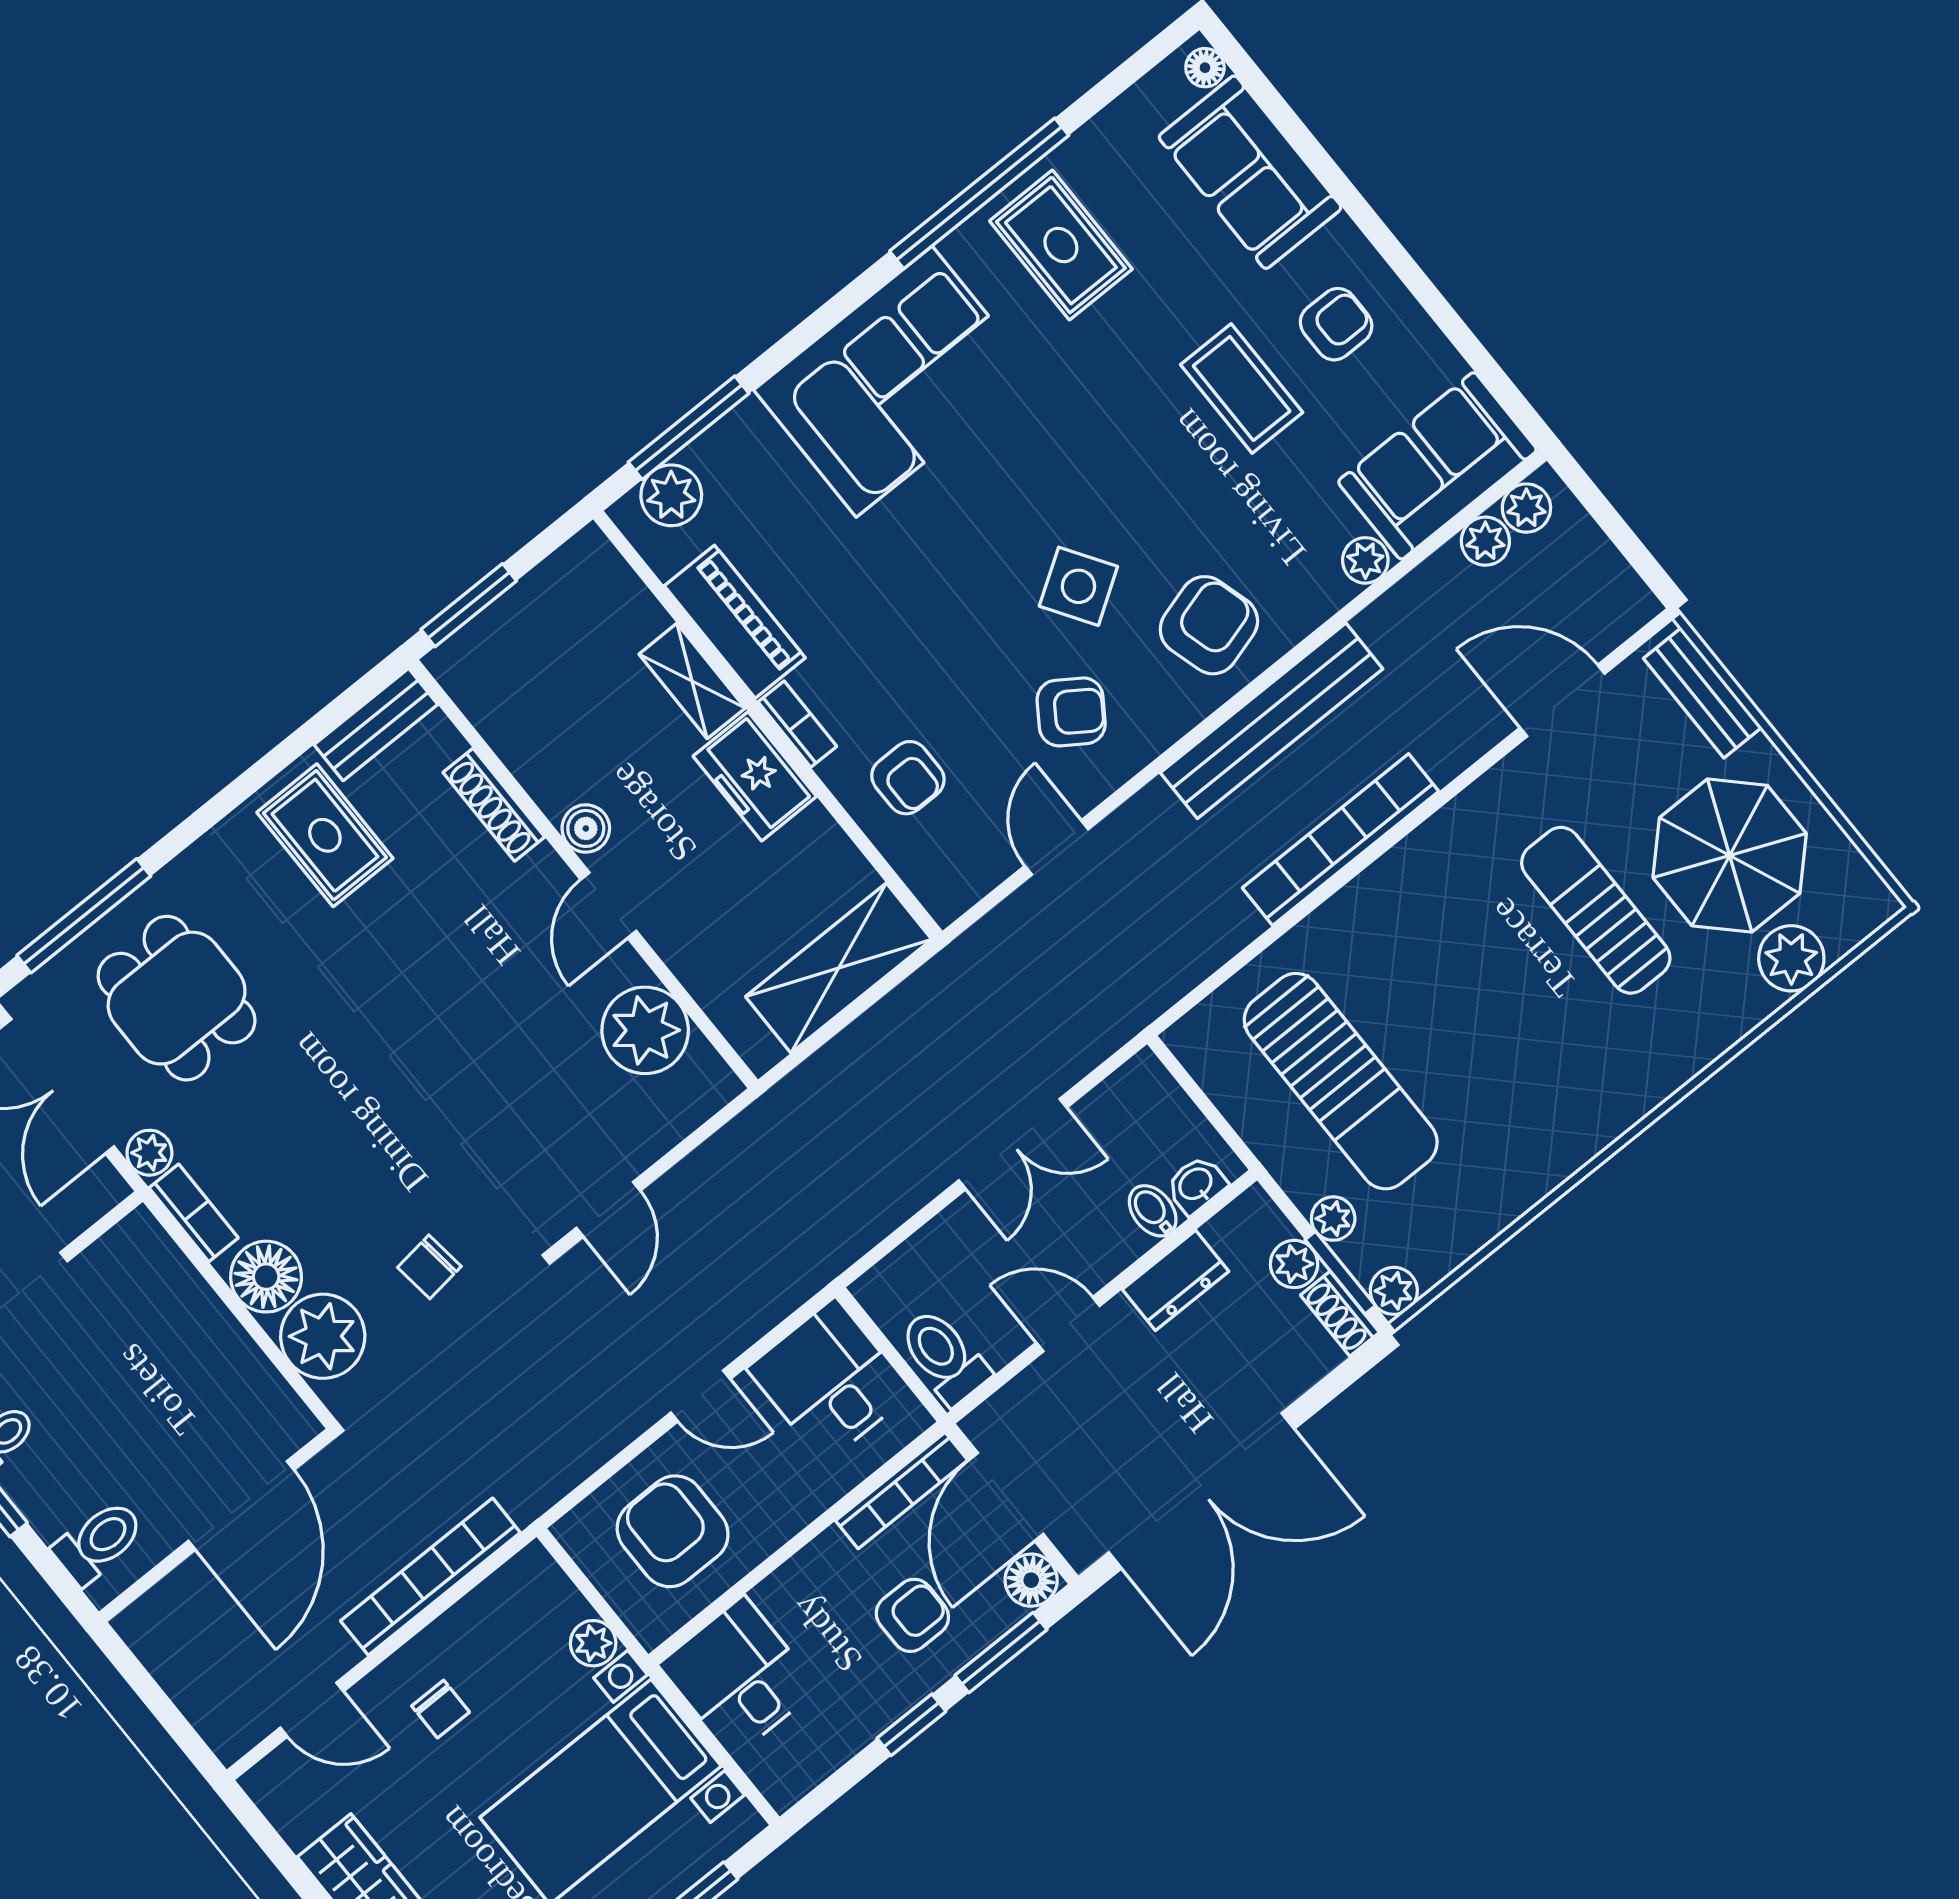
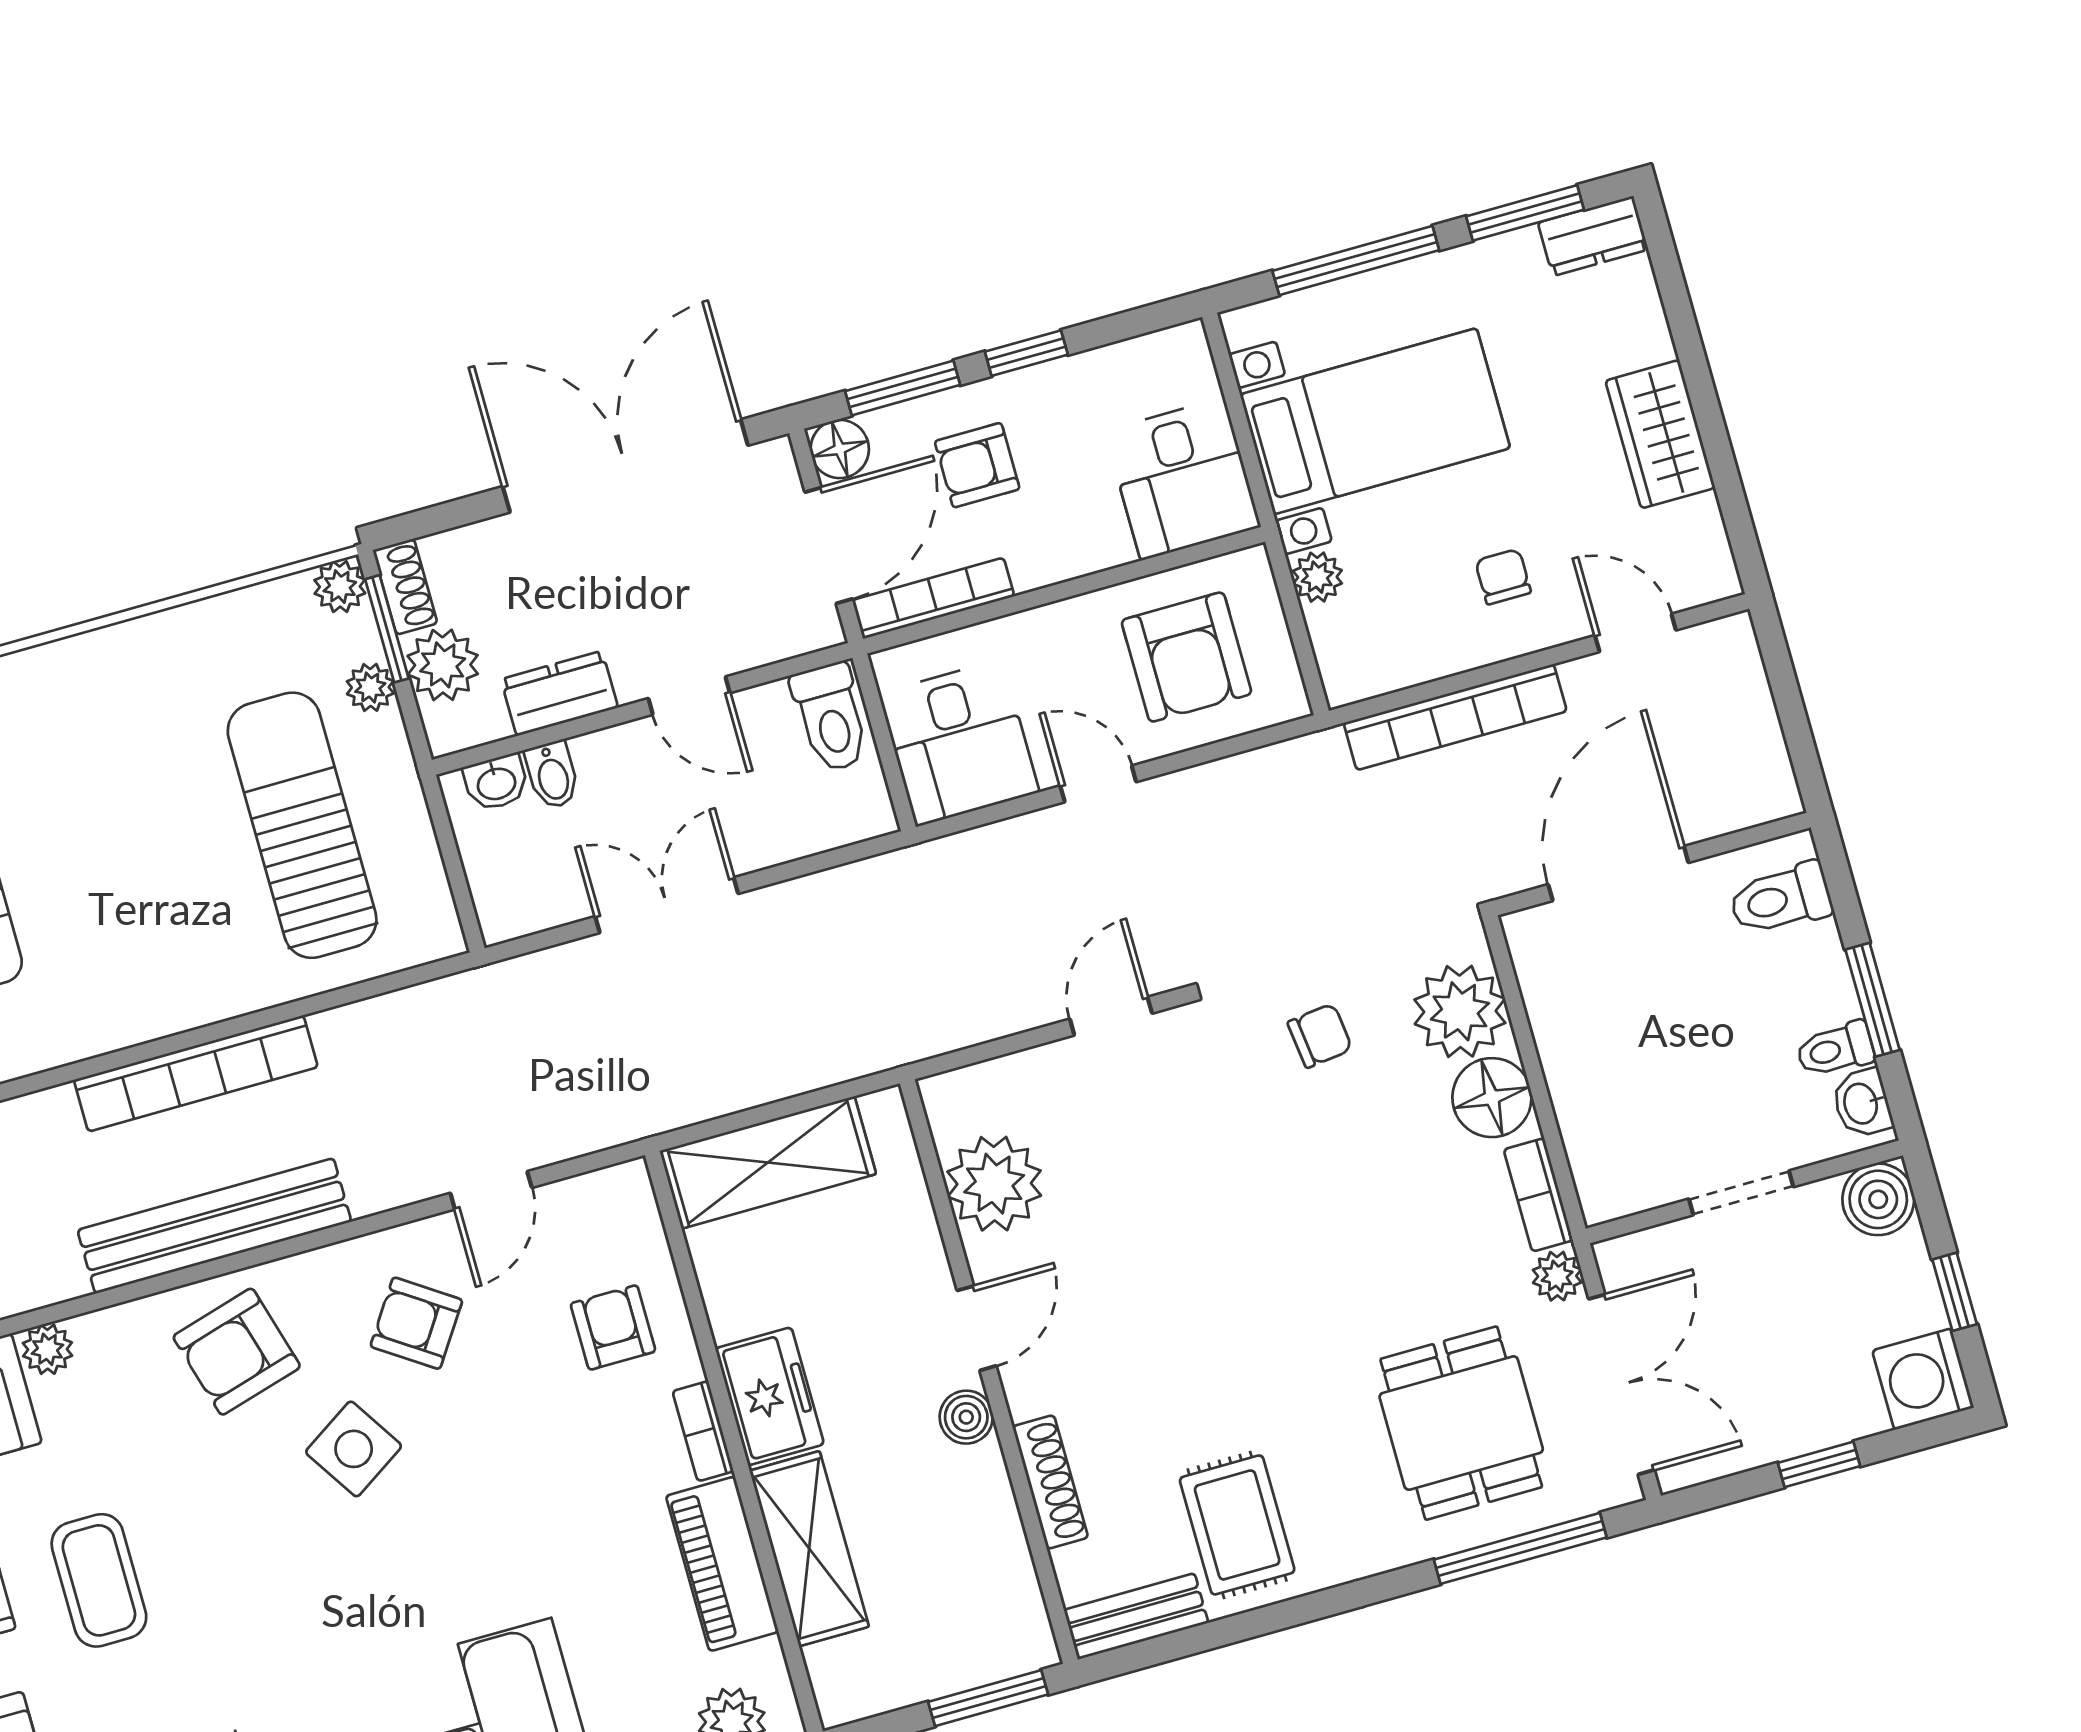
shelving: (692, 681) -> (809, 1549), width x1.50, depth x1.33
plant: (1294, 1264) -> (443, 665), width x1.38, depth x1.38

